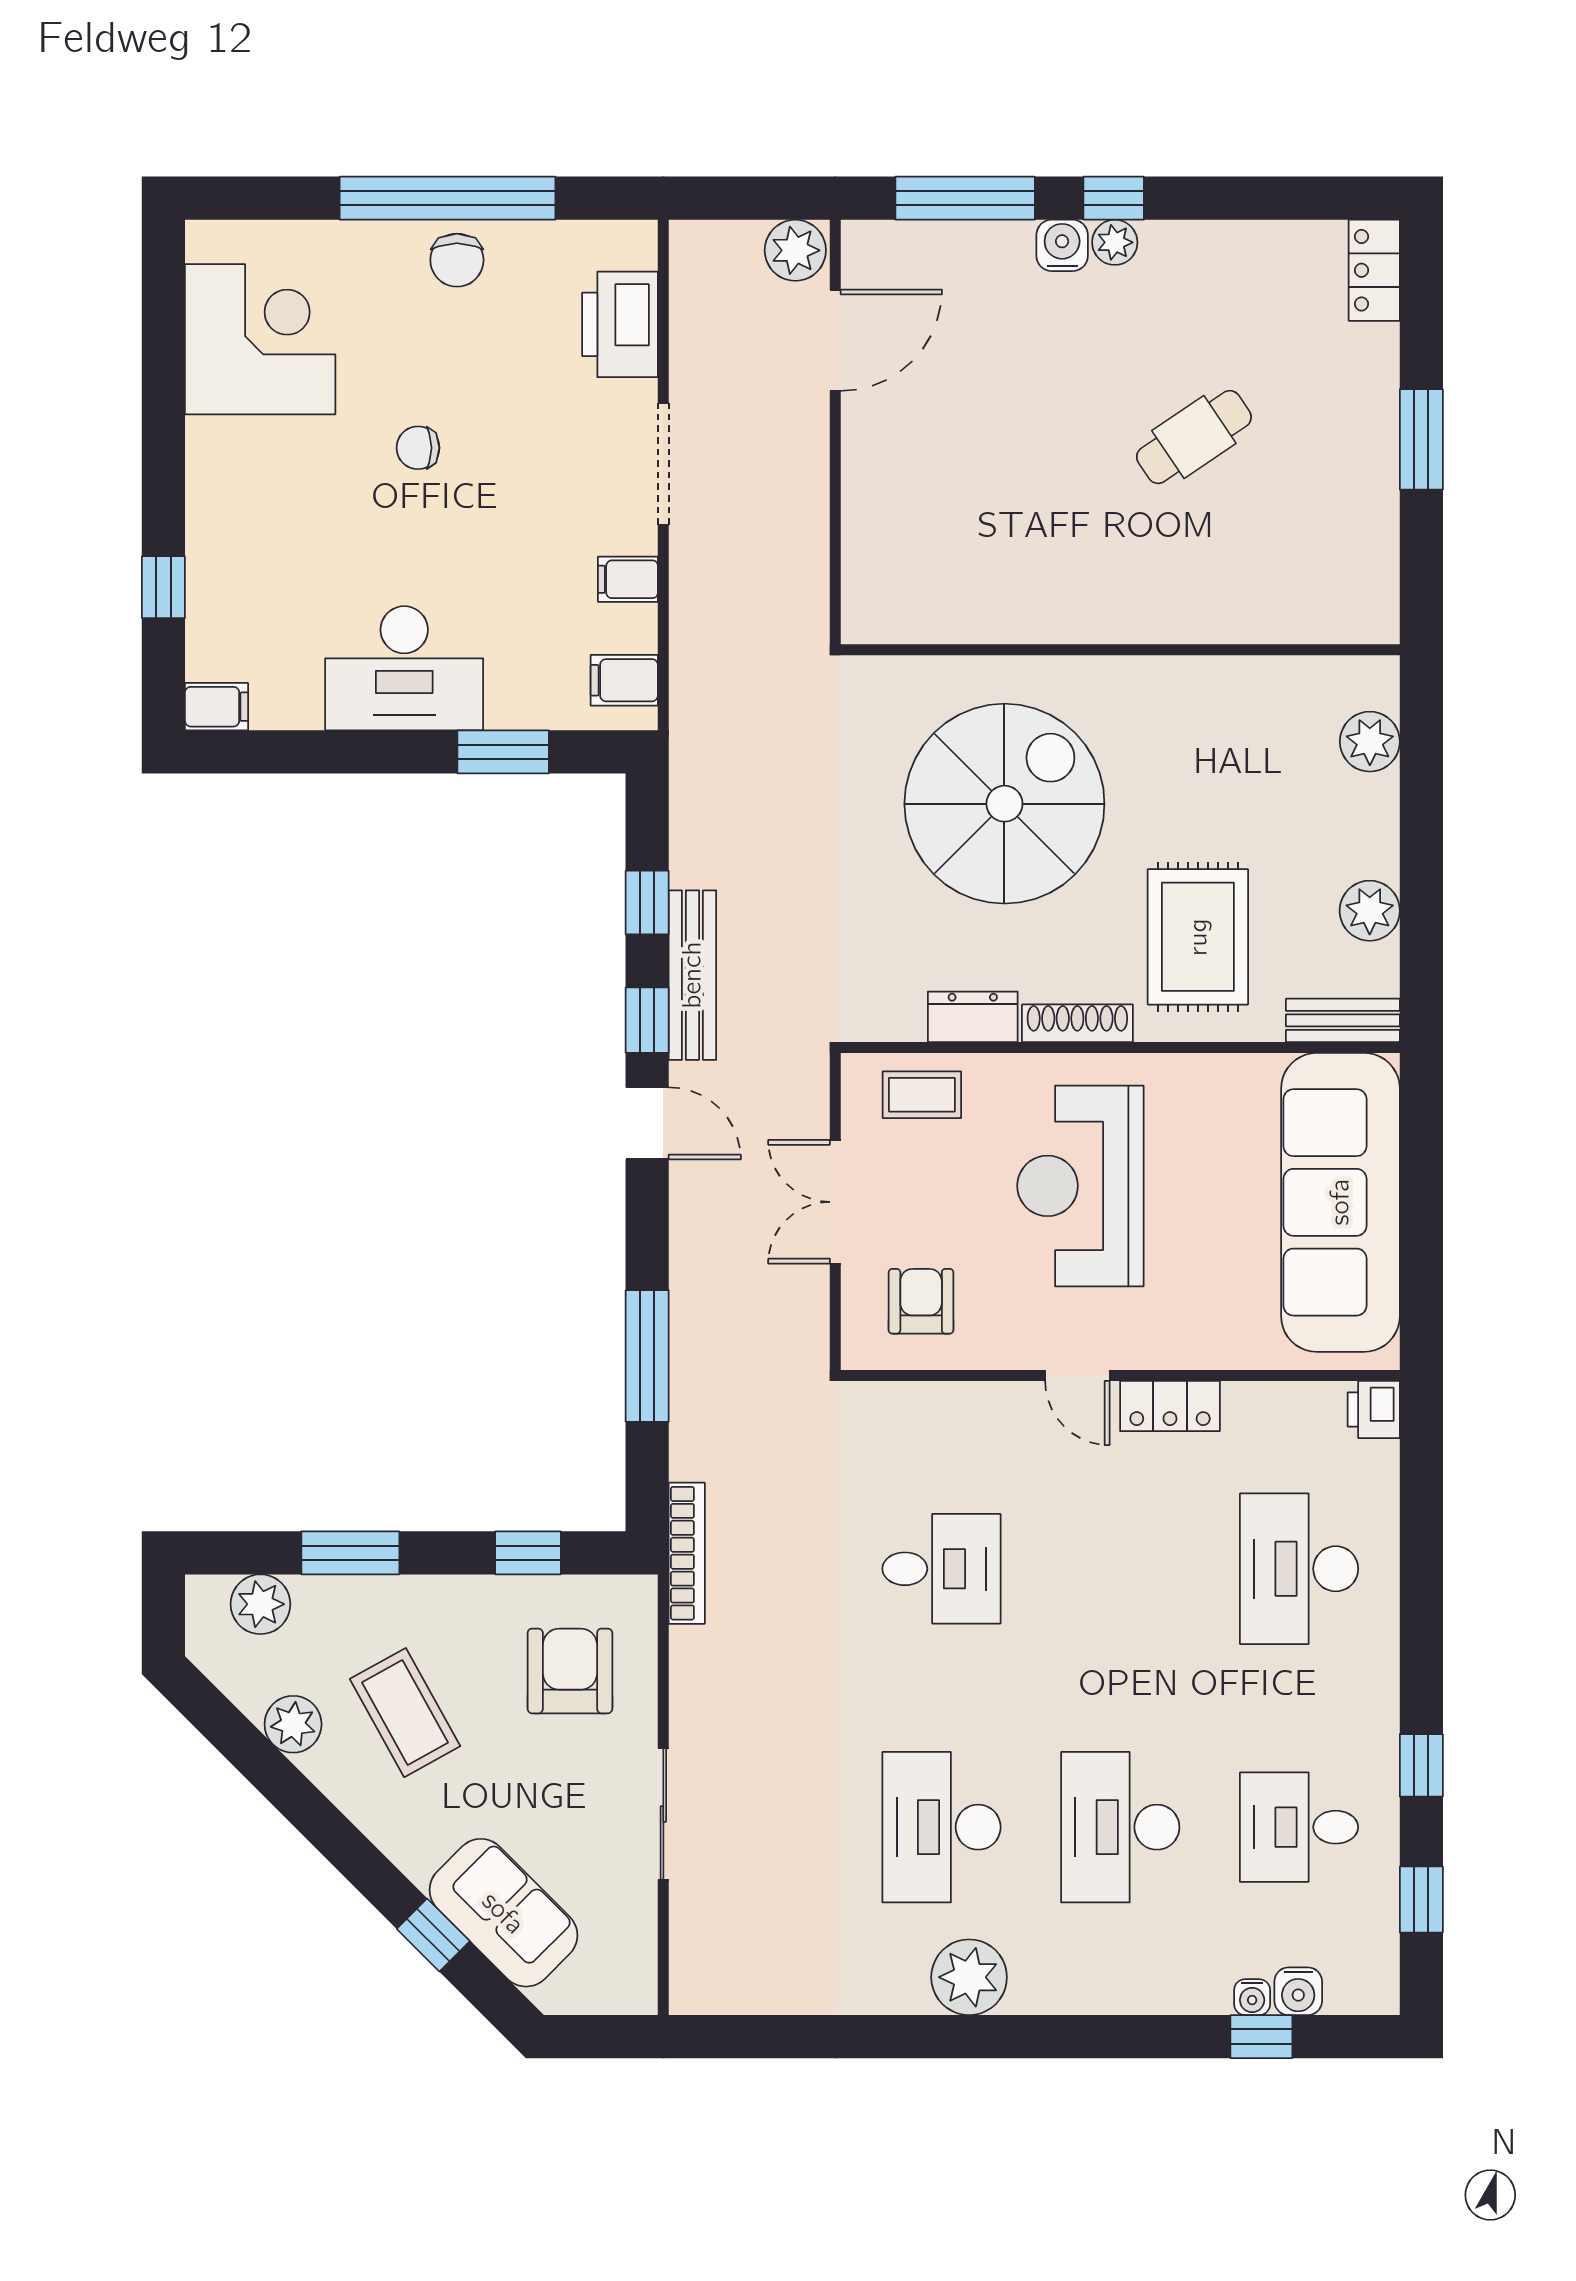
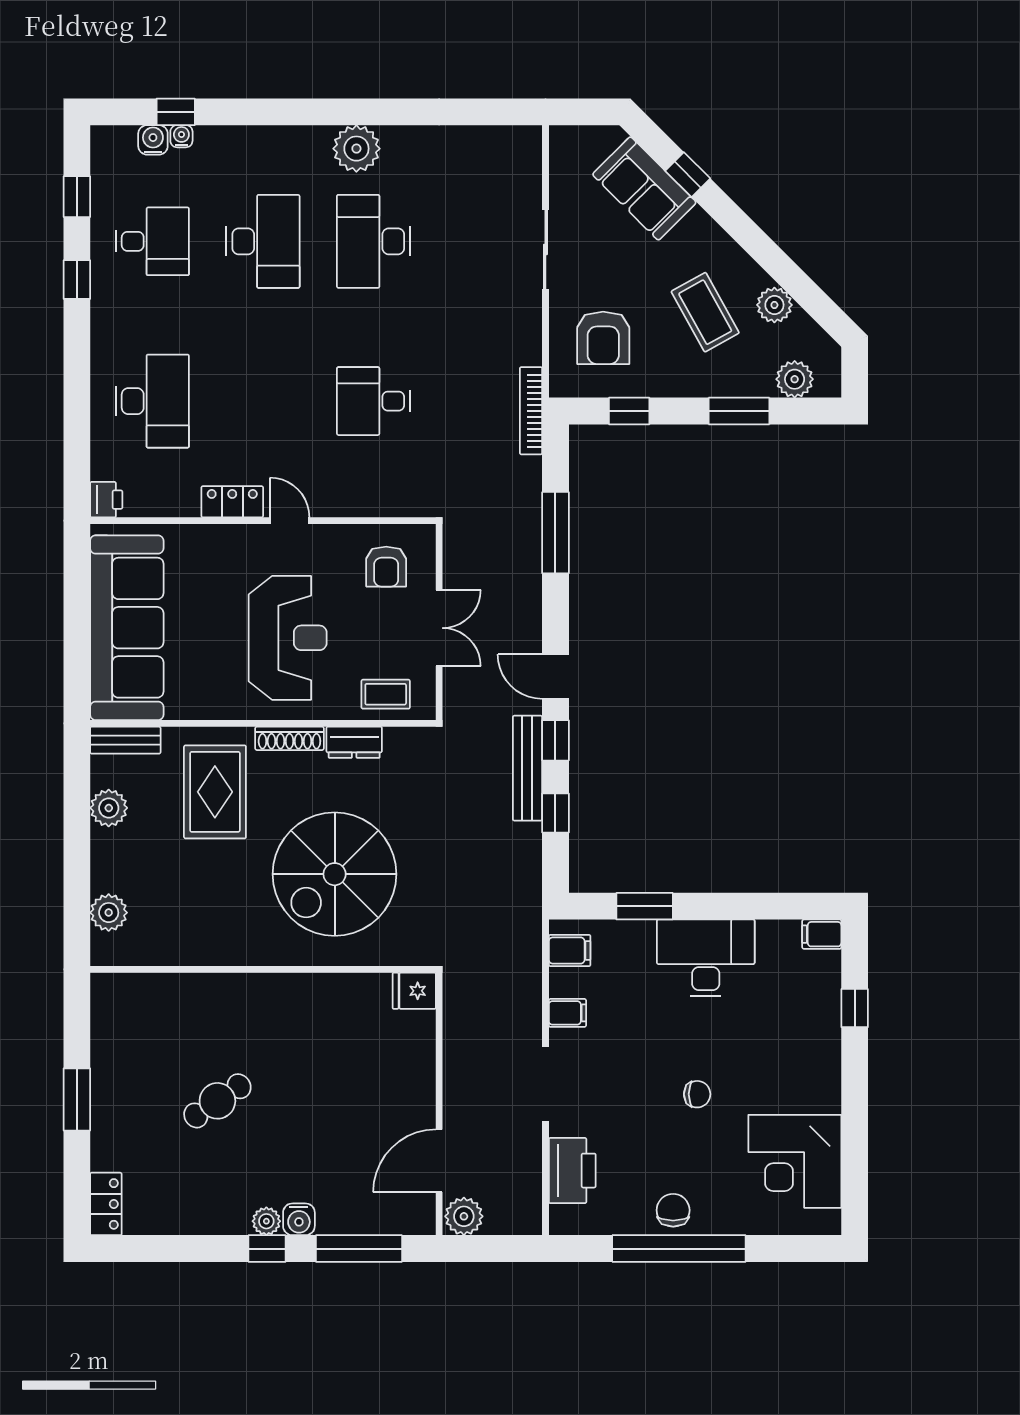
fridge: (876, 615) -> (414, 991), added
desk: (941, 1827) -> (374, 241), turned 180

